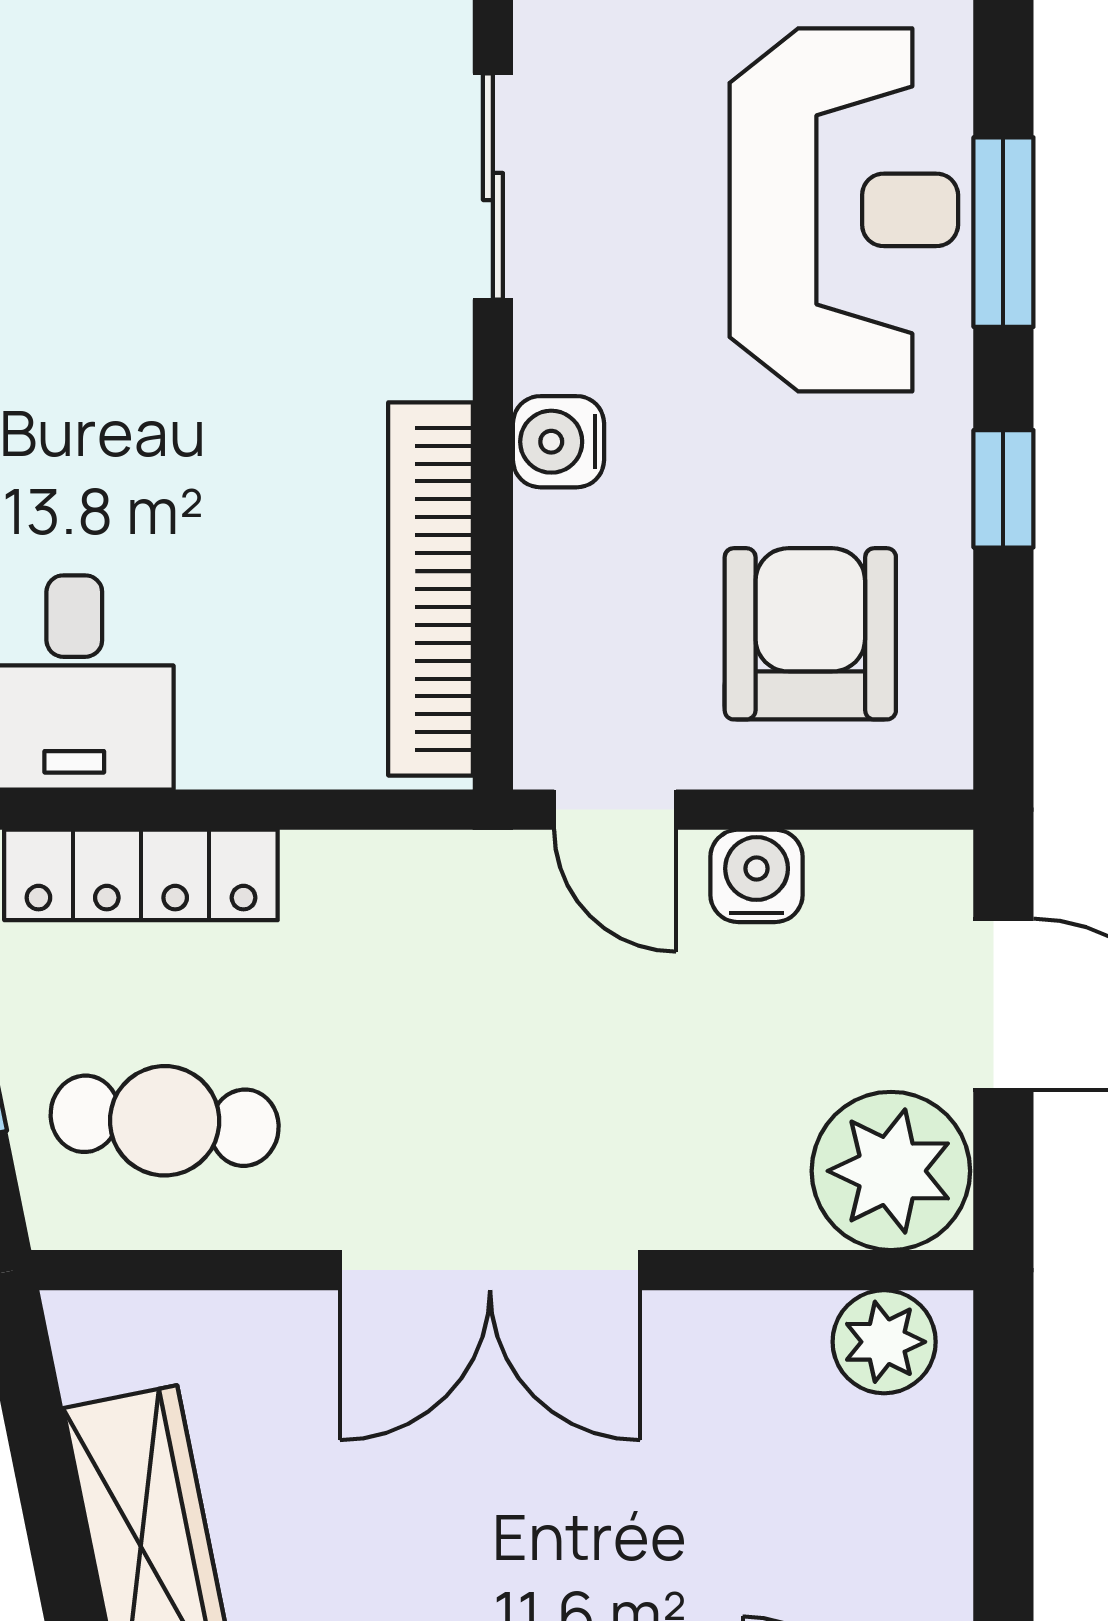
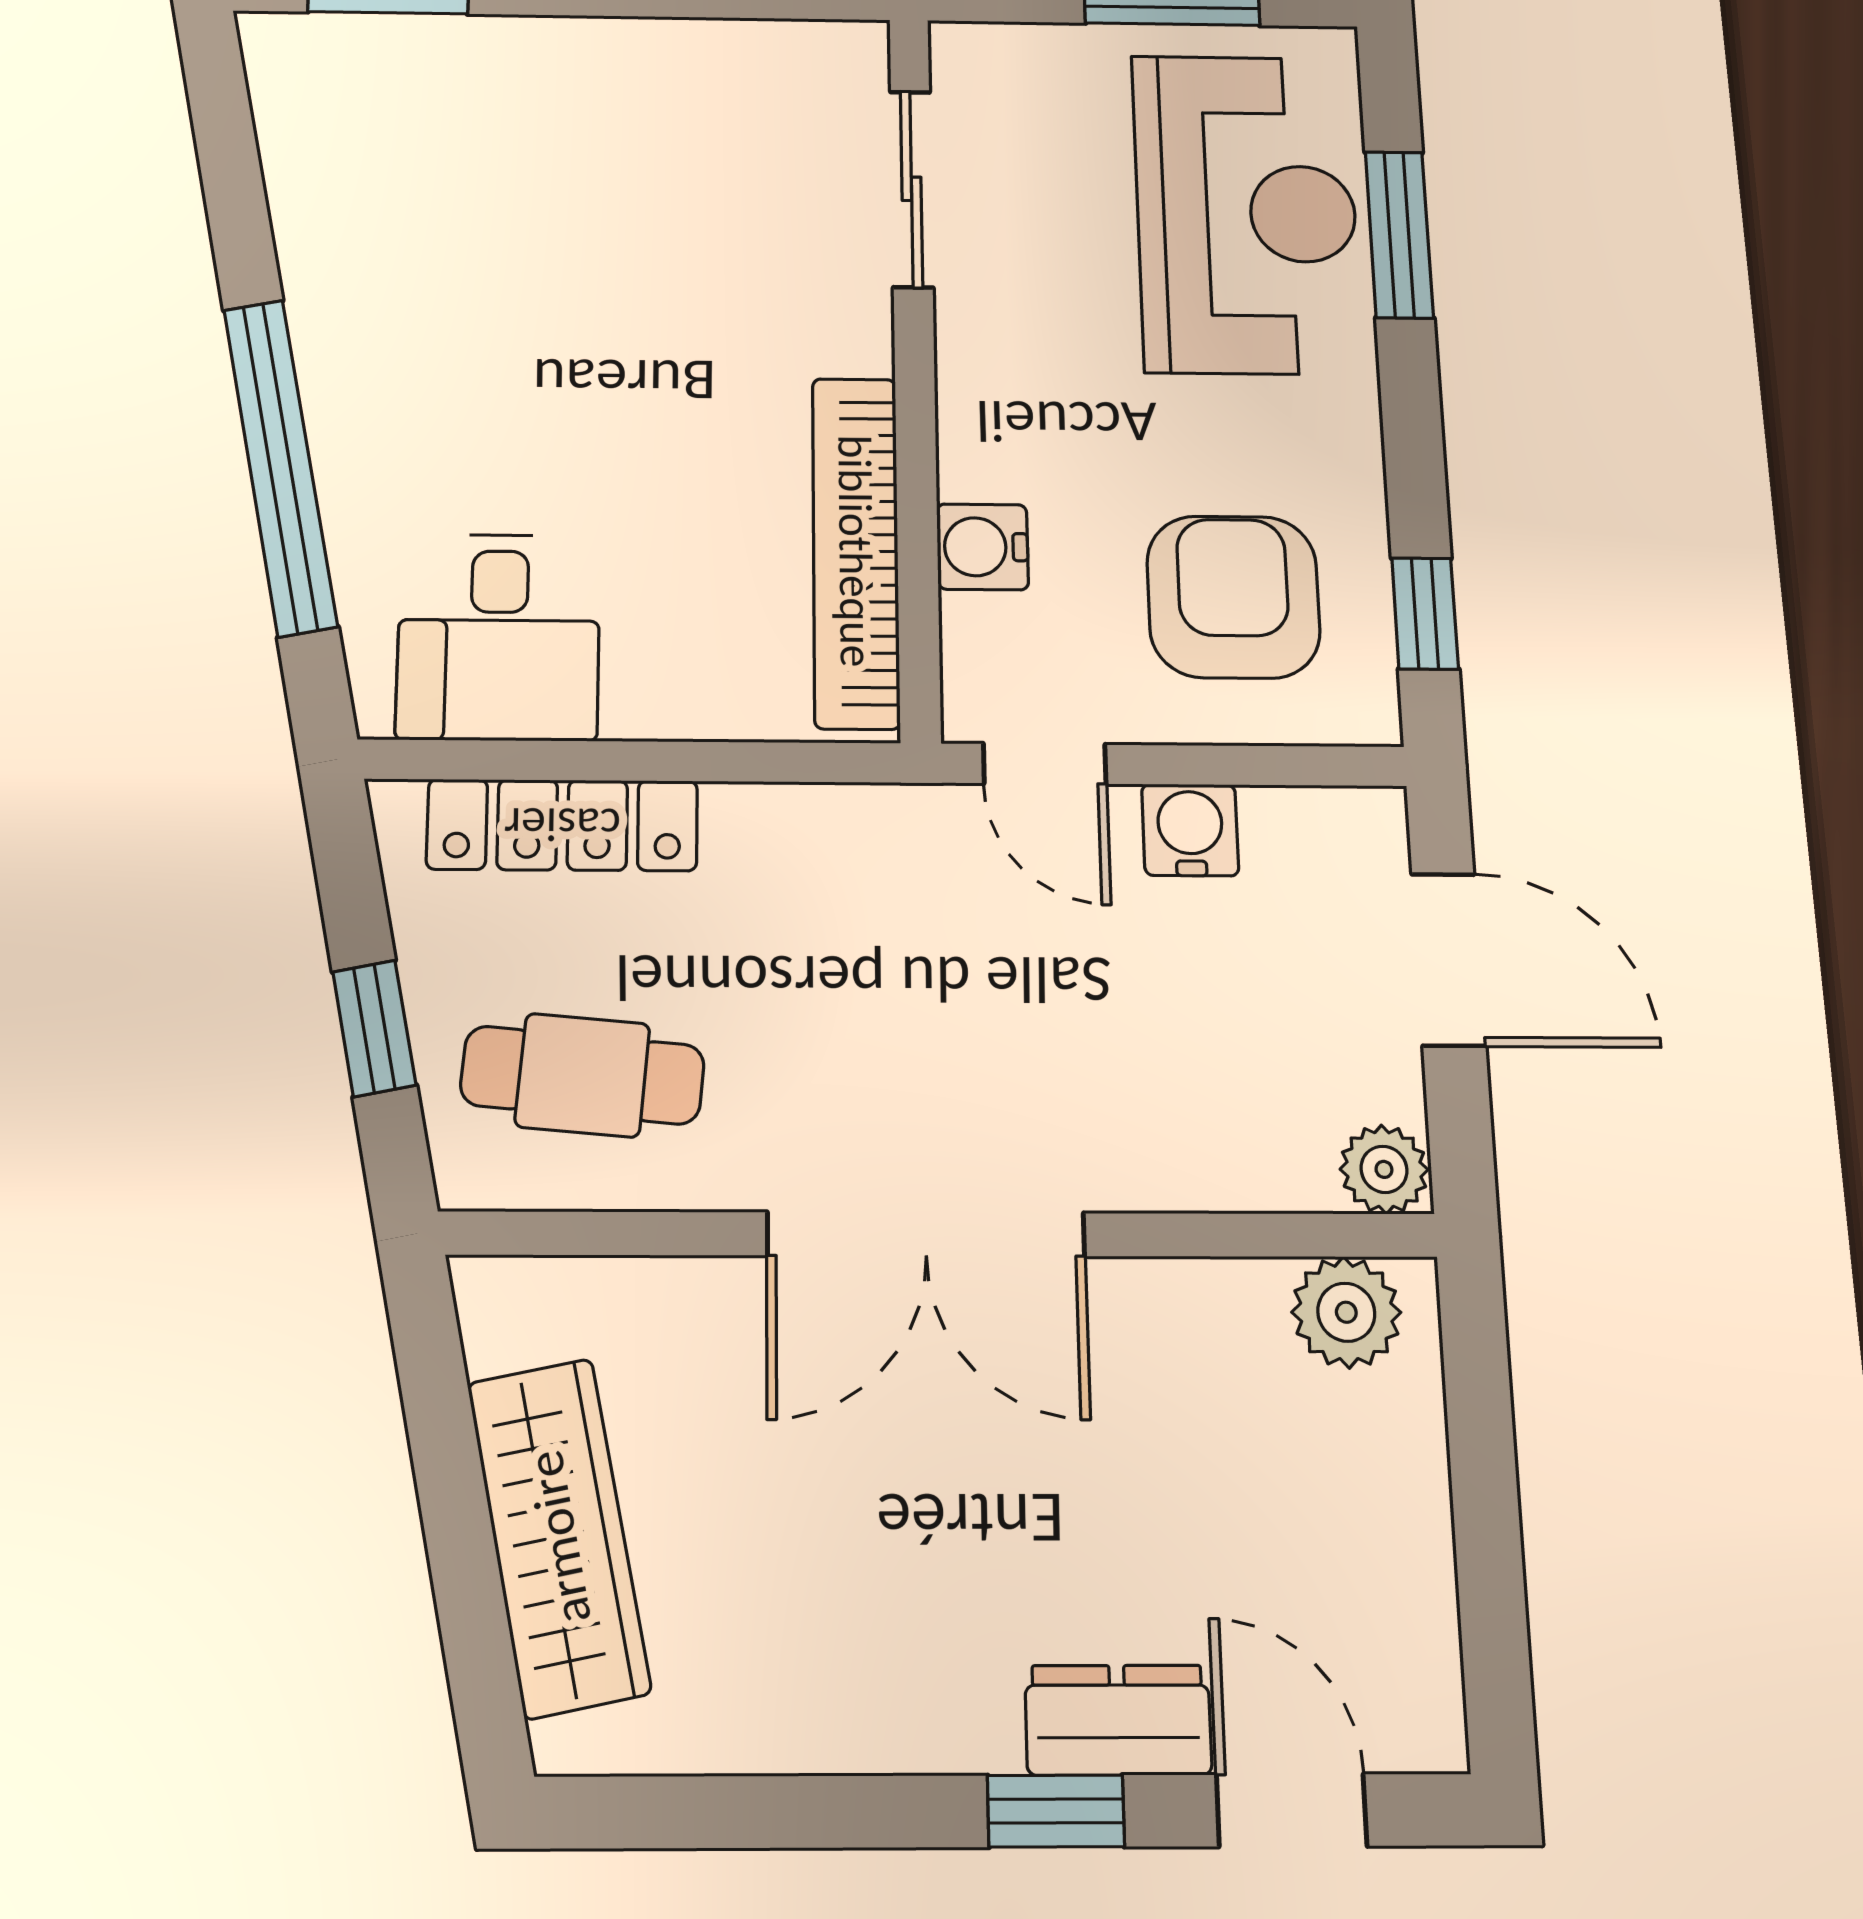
water cooler: (559, 442) -> (982, 547), moved
window: (1003, 489) -> (1425, 613), moved
plant: (891, 1171) -> (1384, 1169), width x0.53, depth x0.53

